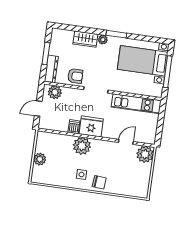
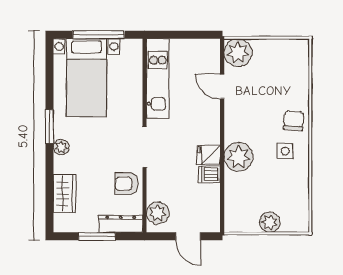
wardrobe: (85, 39) -> (64, 194), moved
armchair: (75, 76) -> (127, 184), turned -90
fridge: (91, 126) -> (209, 155), width x0.53, depth x0.75

